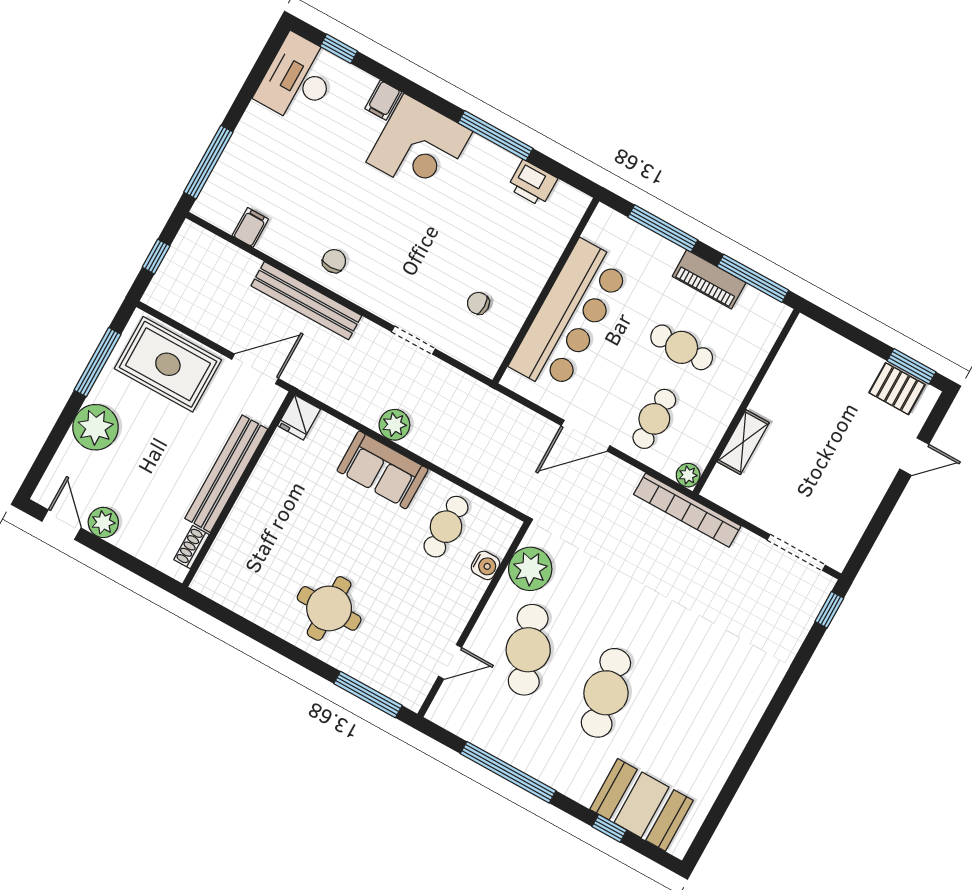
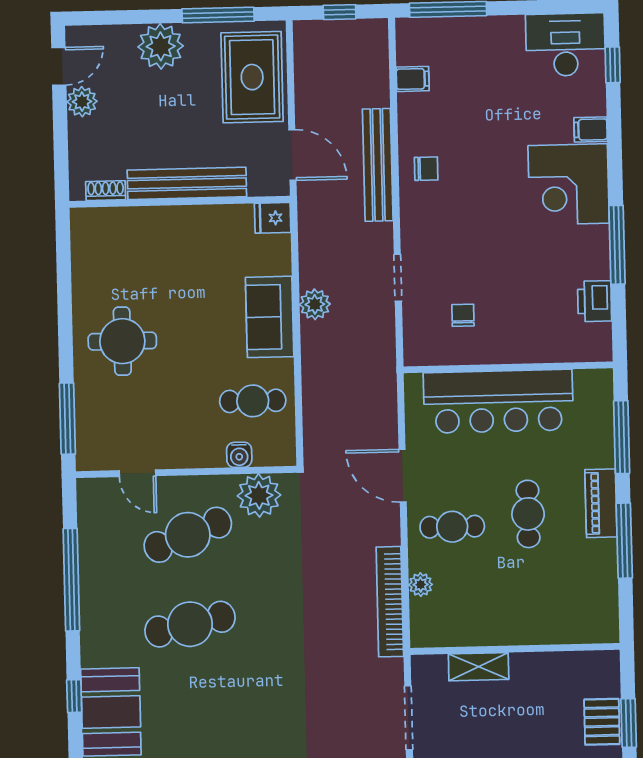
wall: (746, 402) -> (515, 649), moved
shelving: (743, 442) -> (479, 667), moved

